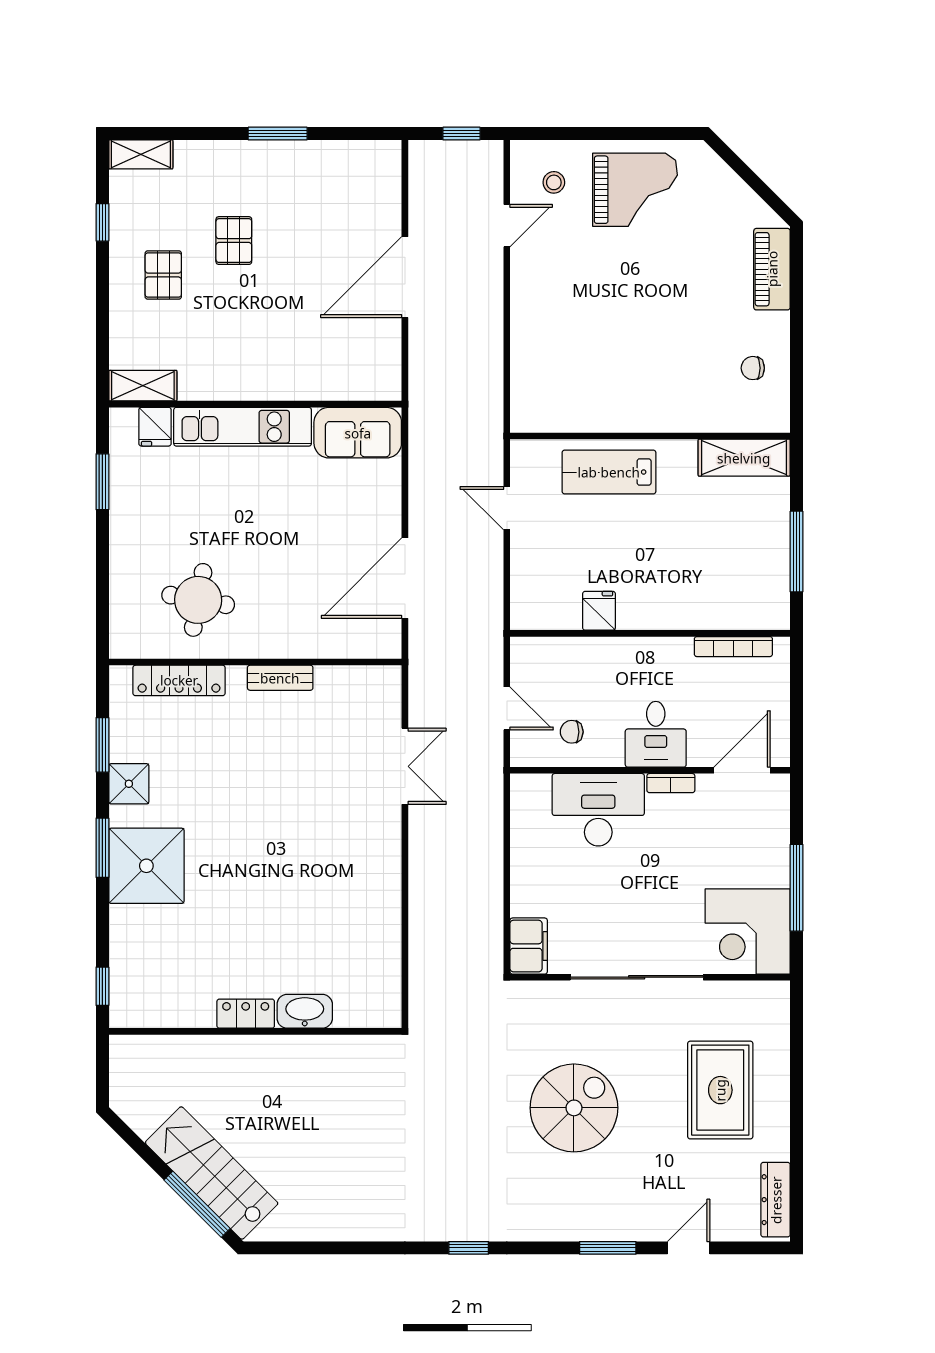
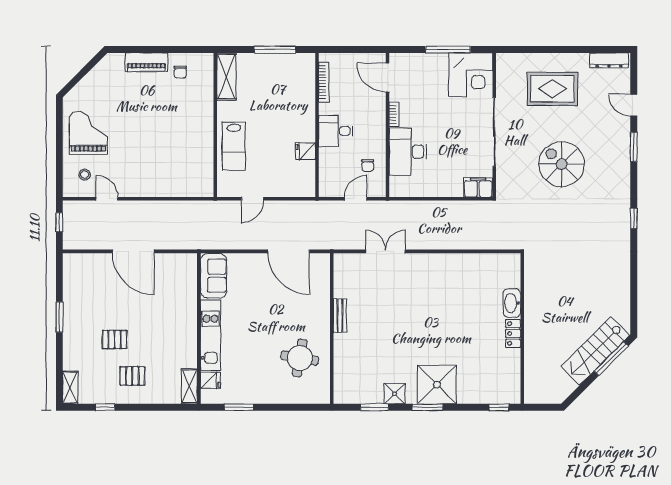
piano: (772, 269) -> (146, 62), moved
locker: (179, 680) -> (341, 368), removed
desk: (656, 734) -> (336, 131), moved, turned 180

